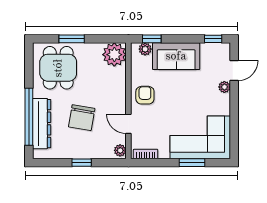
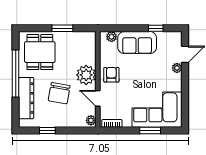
window: (72, 39) -> (62, 28), moved
window: (152, 39) -> (117, 28), removed
window: (213, 39) -> (156, 28), moved
plant: (114, 55) -> (86, 75), moved
window: (29, 117) -> (16, 74), moved
window: (82, 163) -> (47, 130), moved

